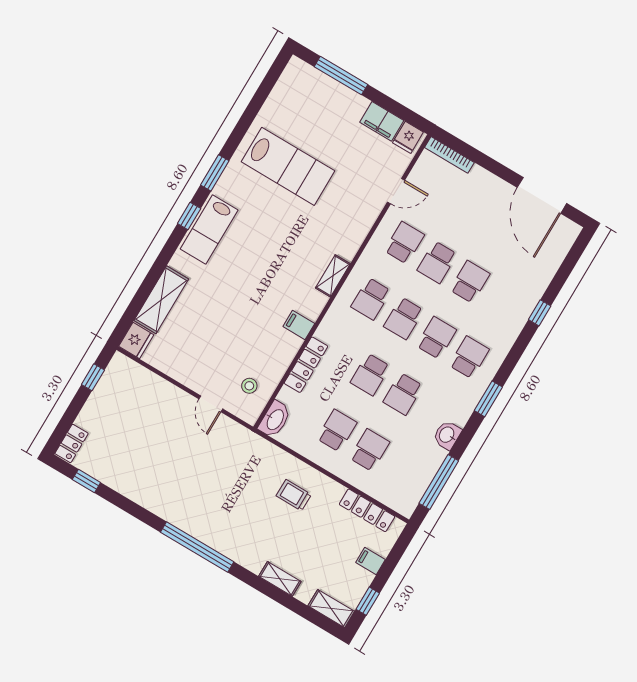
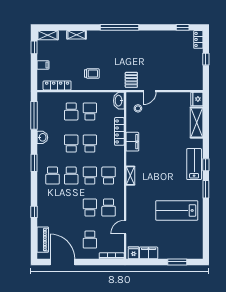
window: (341, 76) -> (177, 262), width x0.69
piano: (553, 255) -> (43, 240), added
school desk: (470, 282) -> (90, 240), moved
filing cabinet: (299, 325) -> (132, 142), width x2.00
window: (93, 377) -> (206, 59), moved
door: (211, 404) -> (150, 91), swing flipped
school desk: (337, 431) -> (90, 111), turned 180
pallet: (231, 443) -> (131, 80), added

